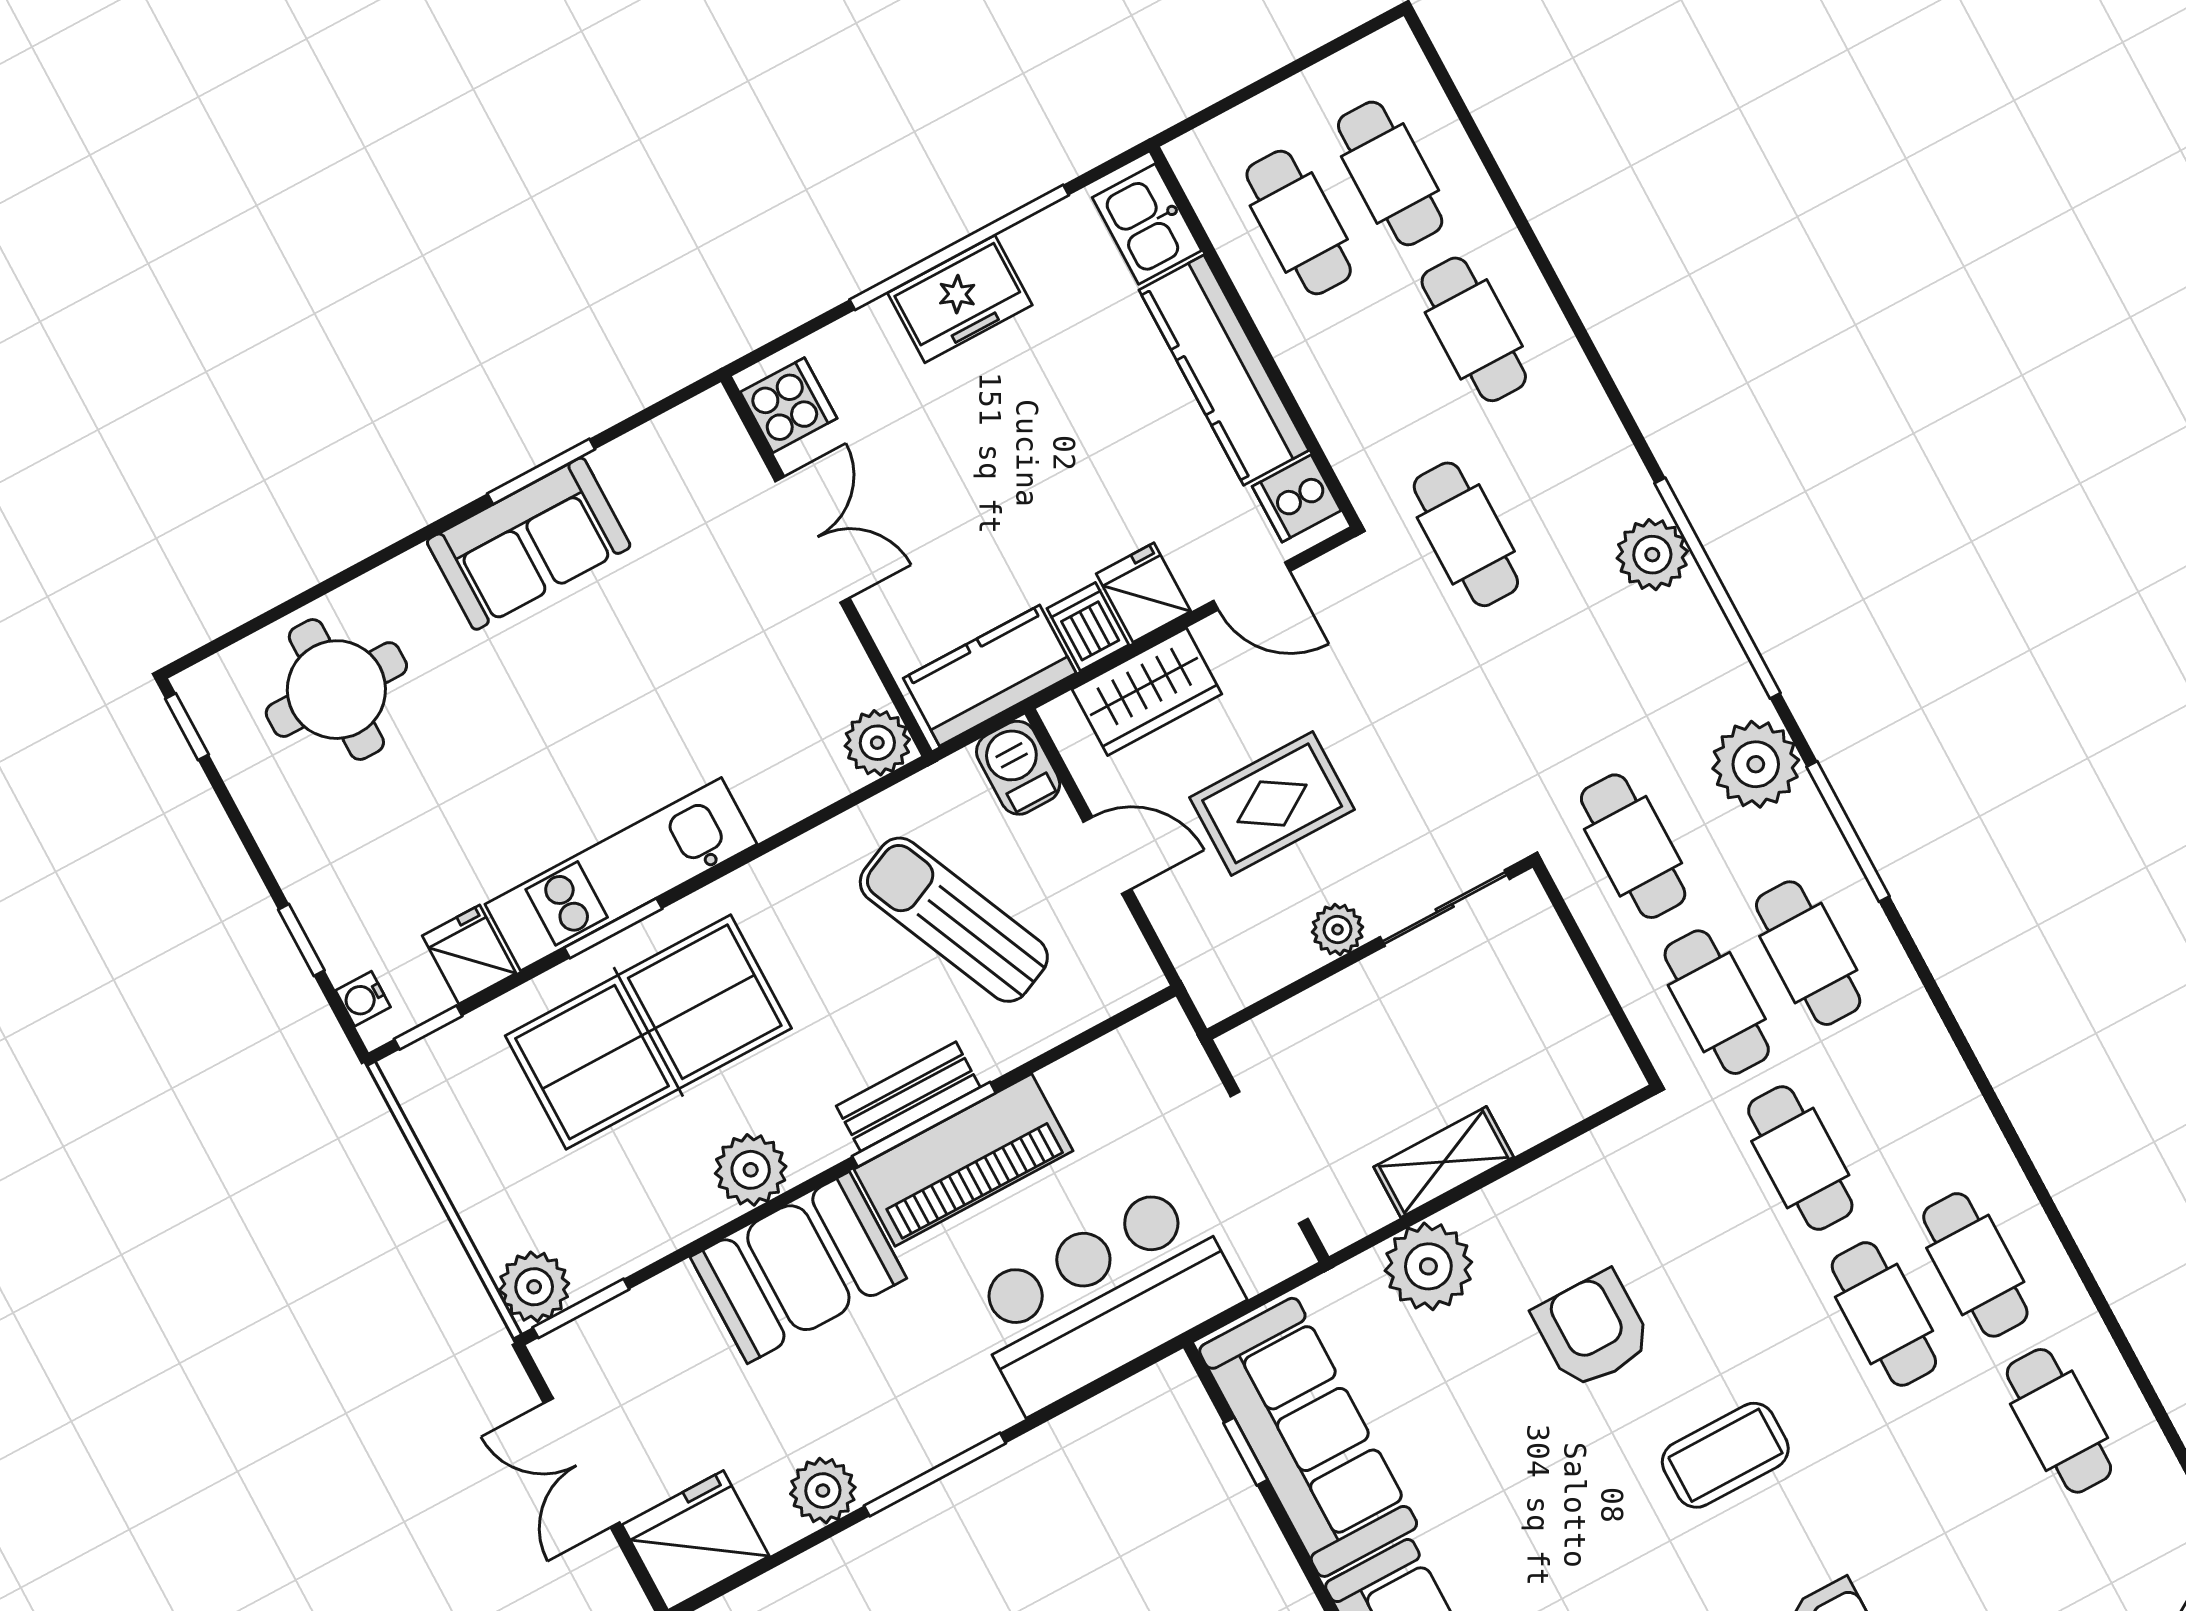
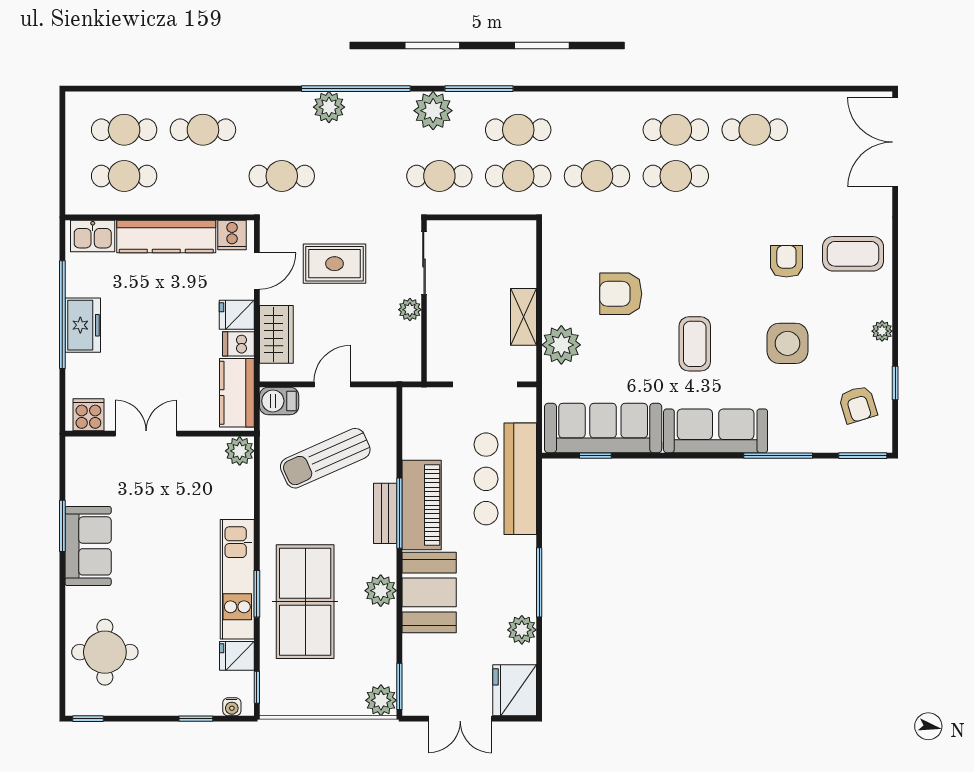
rug: (1272, 803) -> (335, 264), moved, turned 90
coffee table: (1725, 1455) -> (695, 344), moved

